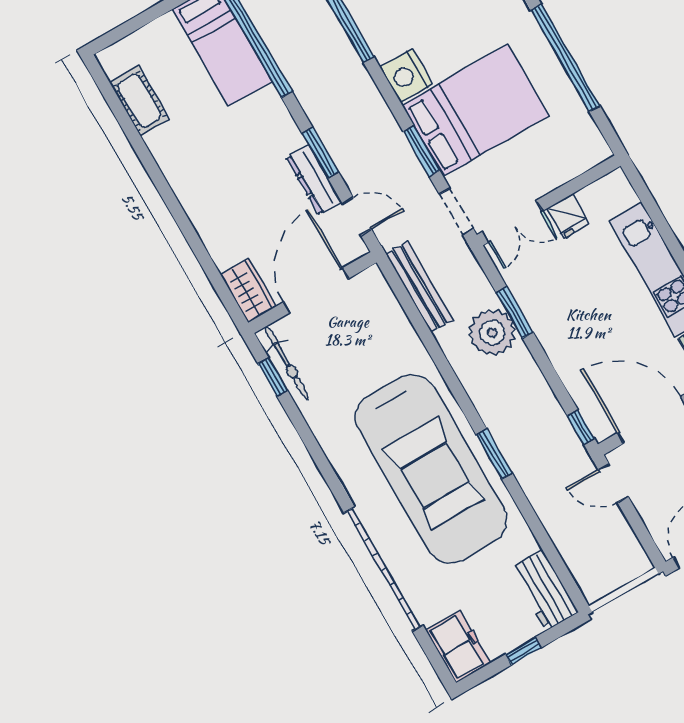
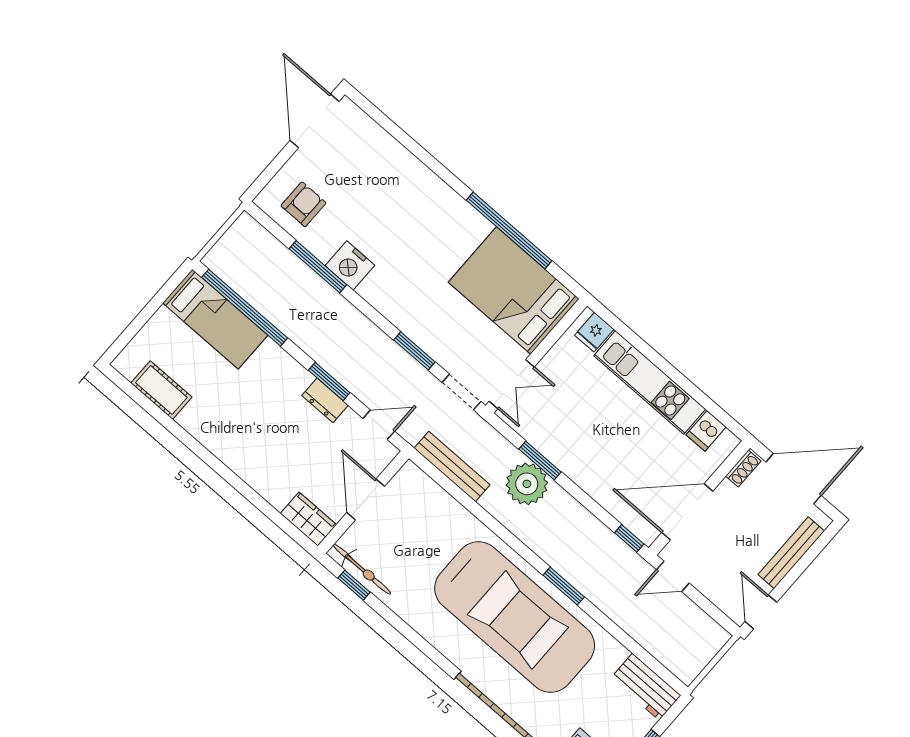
nightstand: (406, 76) -> (350, 266), moved
bed: (476, 110) -> (514, 291), moved, turned -90
dresser: (314, 180) -> (325, 400), width x0.70
fridge: (568, 216) -> (594, 332), moved, turned 90
door: (316, 290) -> (366, 499), width x0.73

